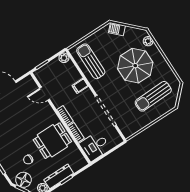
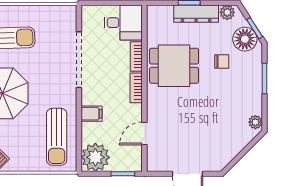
plant: (64, 58) -> (95, 157), width x1.88, depth x1.88
door: (45, 94) -> (144, 133), swing flipped

